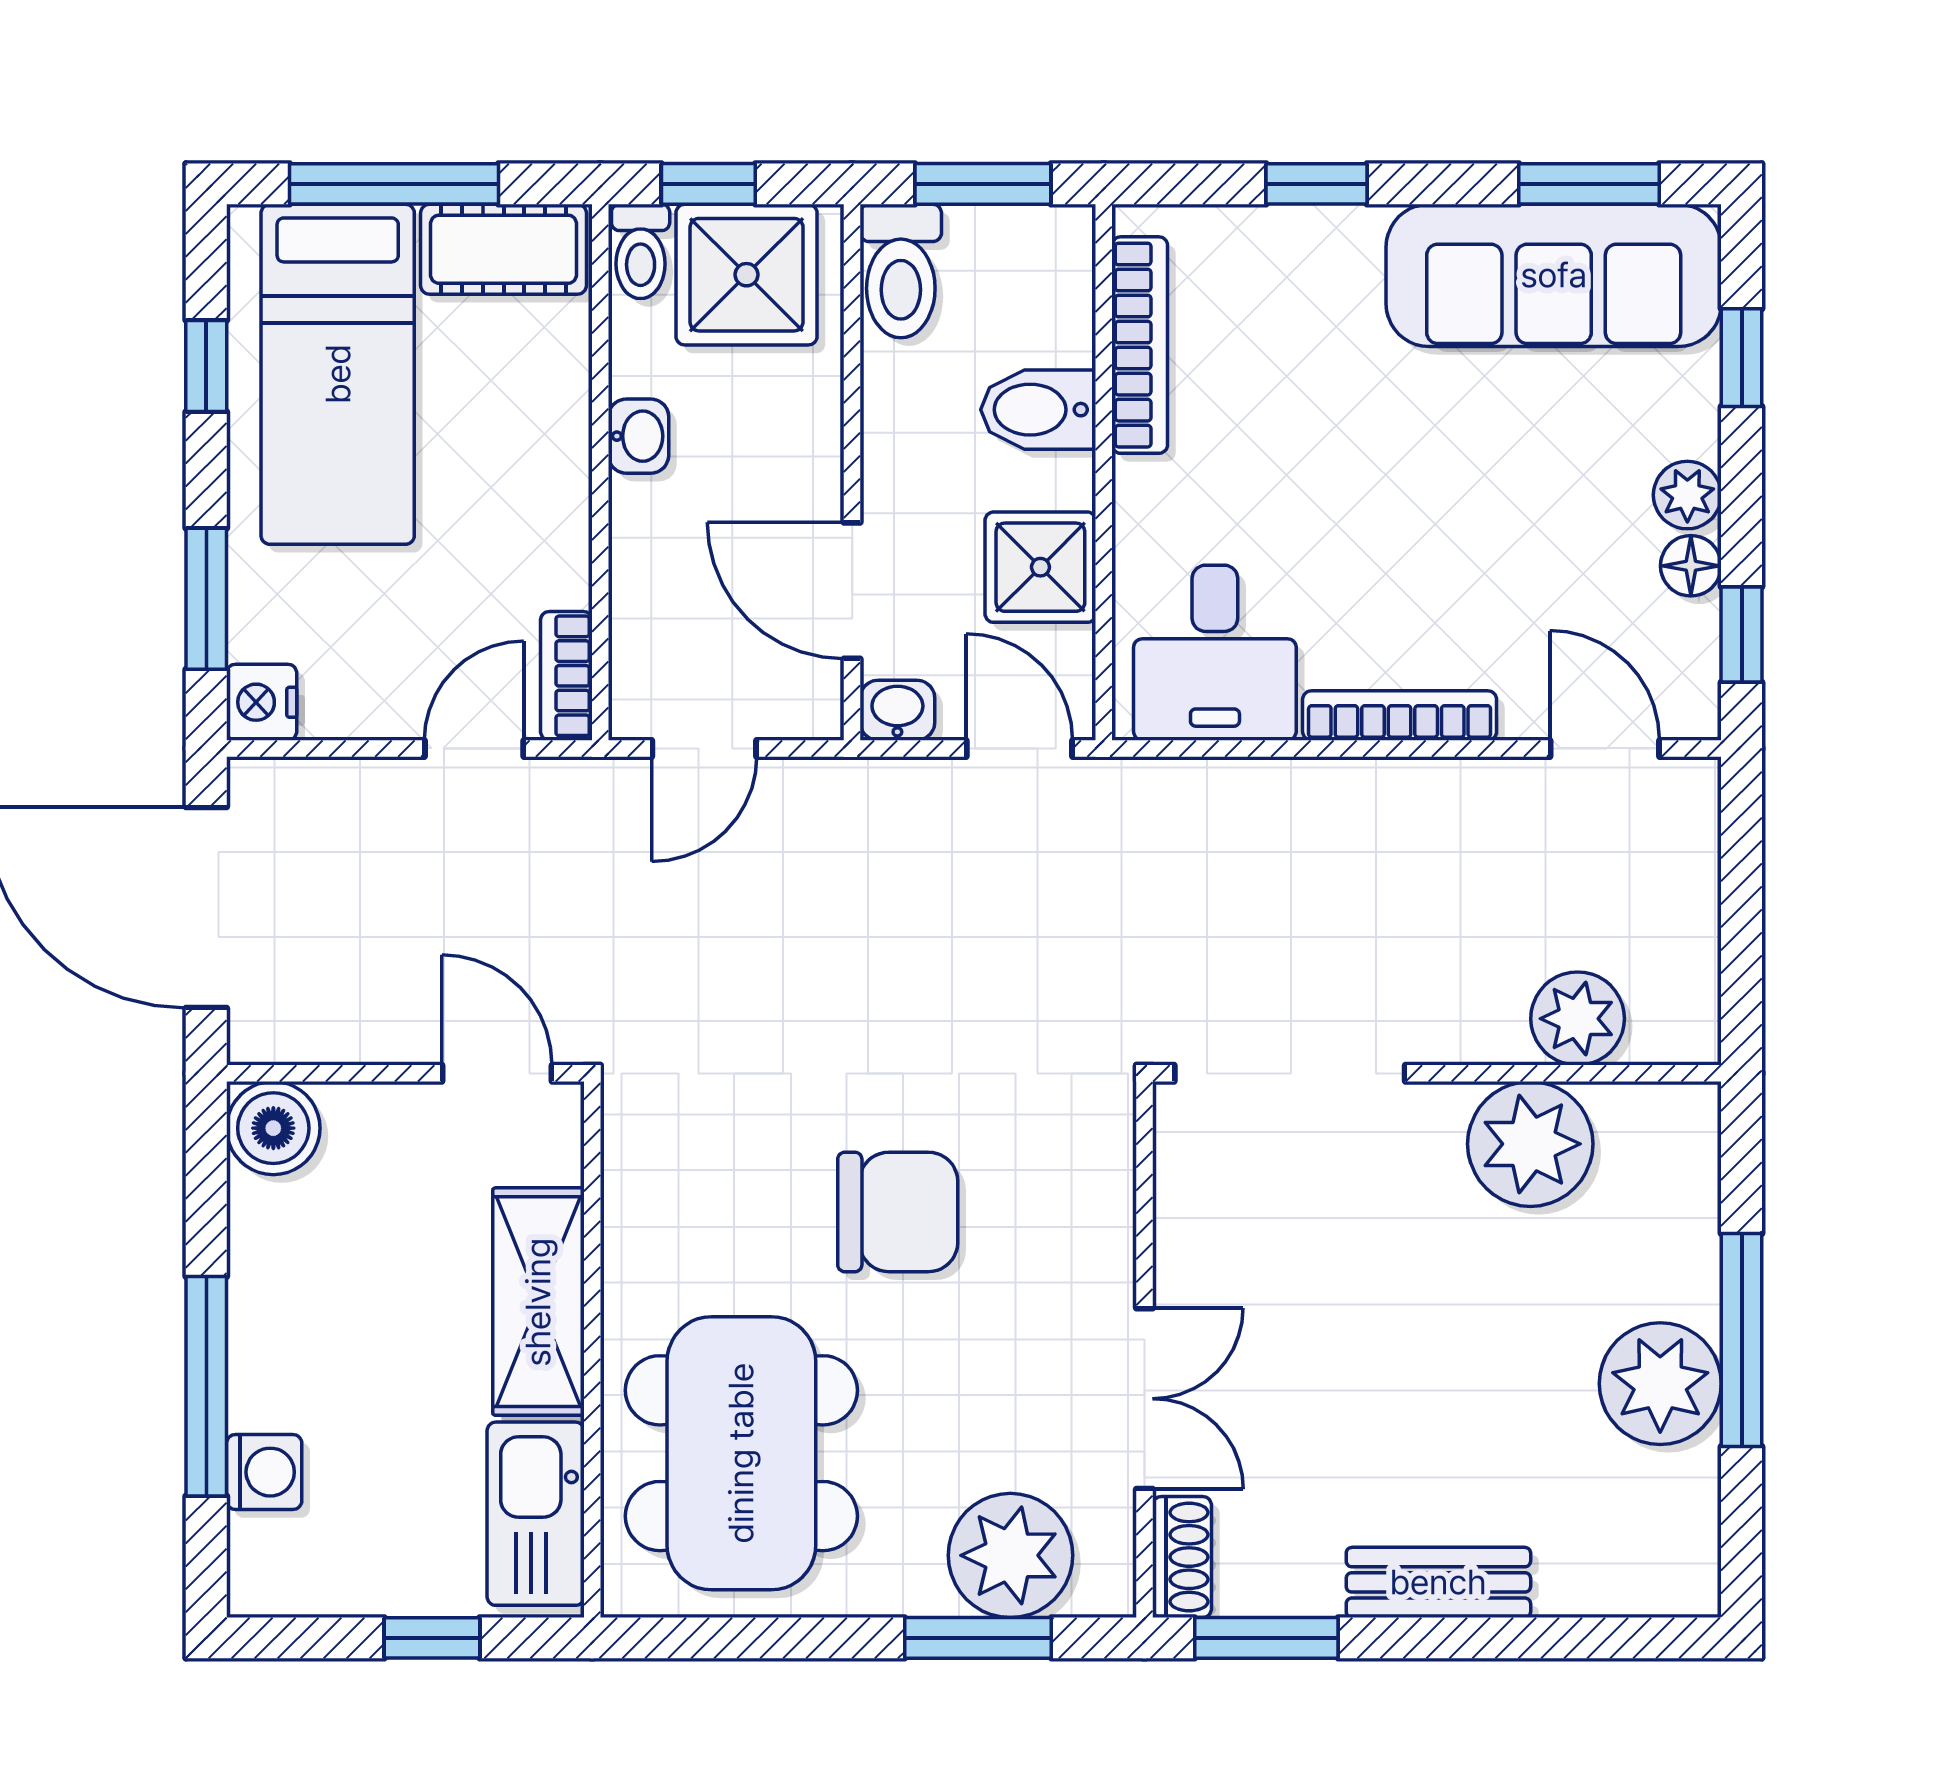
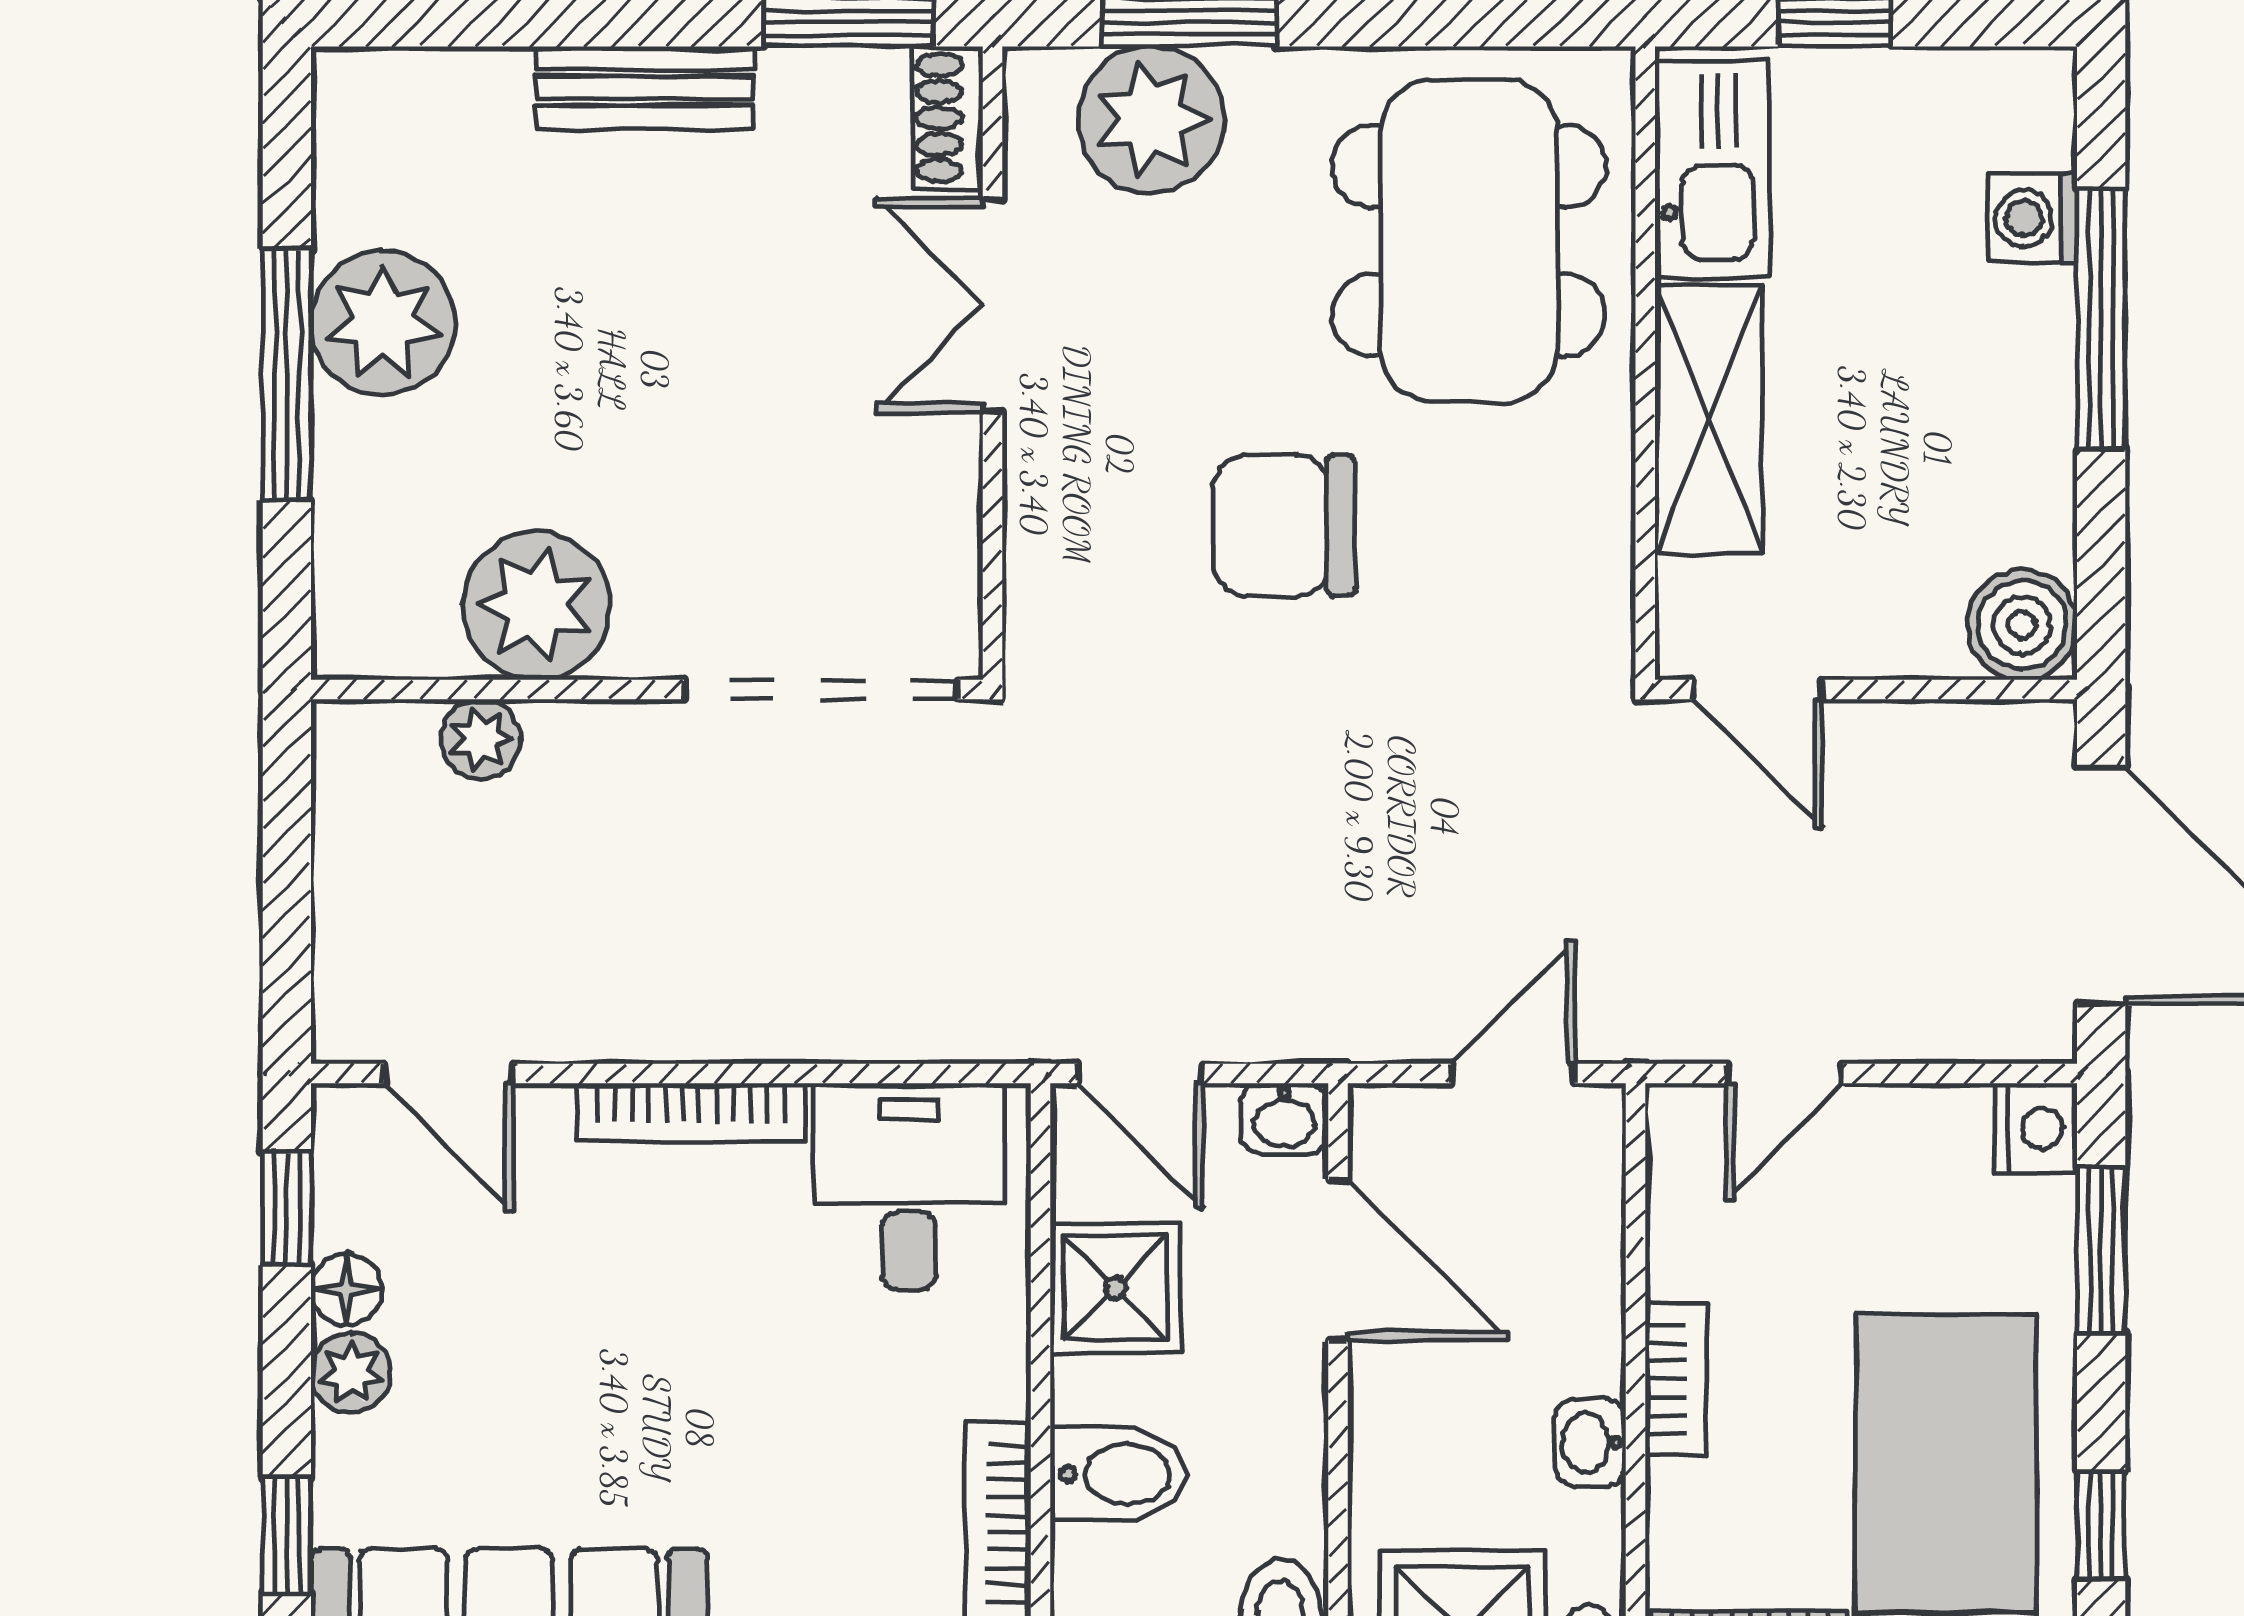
bookcase: (566, 676) -> (1676, 1379), moved
plant: (1578, 1019) -> (481, 739), width x0.73, depth x0.73

